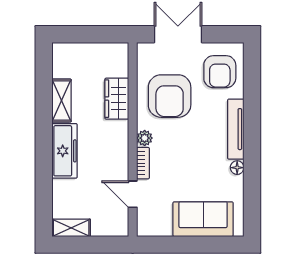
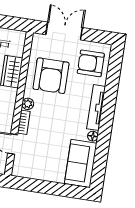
armchair: (220, 72) -> (91, 63), turned 90
sofa: (203, 219) -> (81, 163), moved, turned -90

